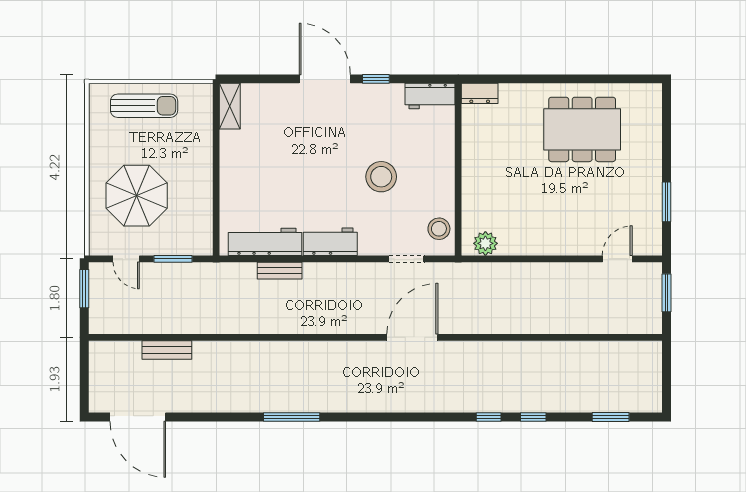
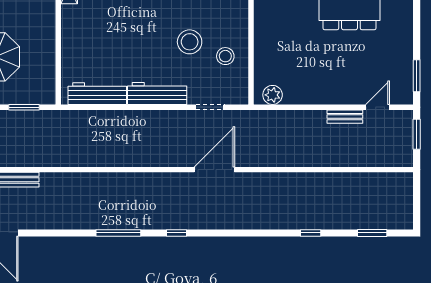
window: (667, 202) -> (417, 76), moved
stool: (439, 229) -> (225, 56), moved
workbench: (330, 242) -> (157, 94), width x1.38
bench: (280, 271) -> (345, 117), moved
window: (489, 417) -> (177, 233), moved

